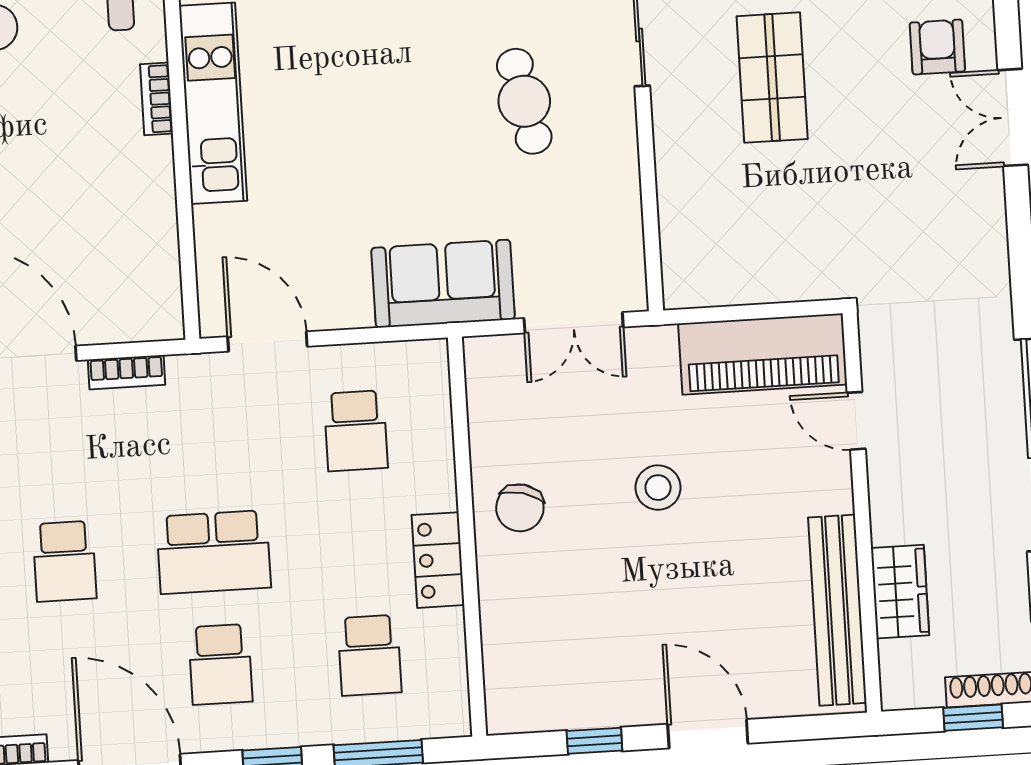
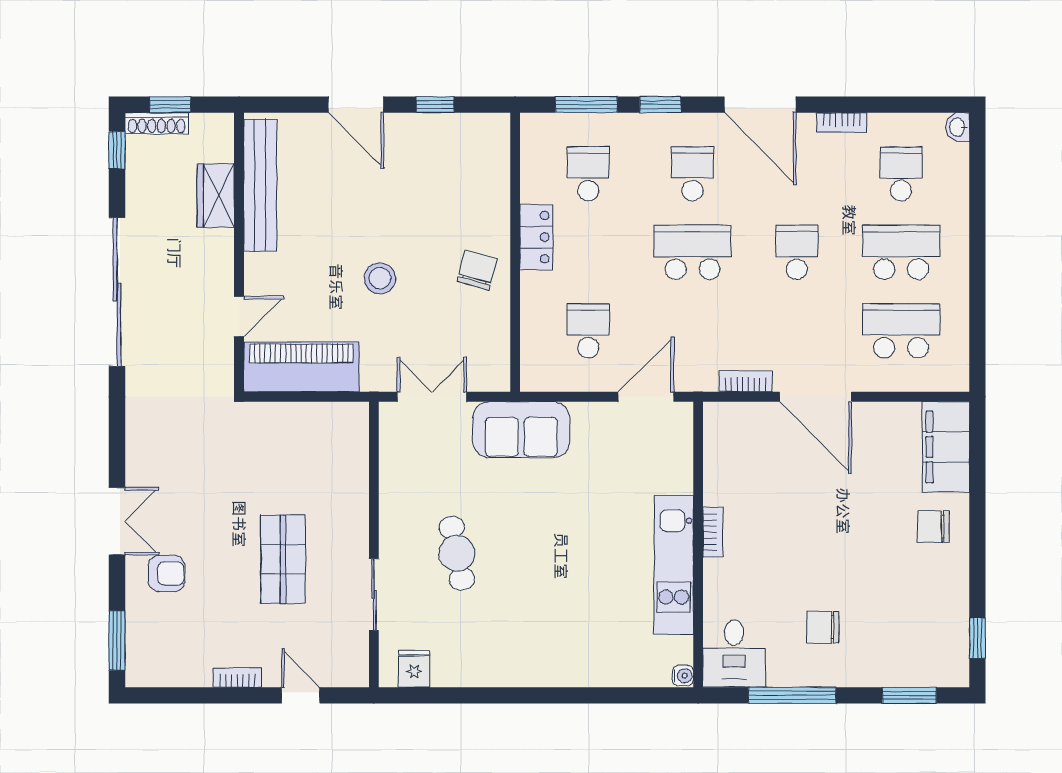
armchair: (937, 47) -> (166, 573), turned -90
bookcase: (157, 99) -> (713, 532), moved
door: (267, 342) -> (646, 397), swing flipped
door: (856, 421) -> (239, 316), hinge flipped

